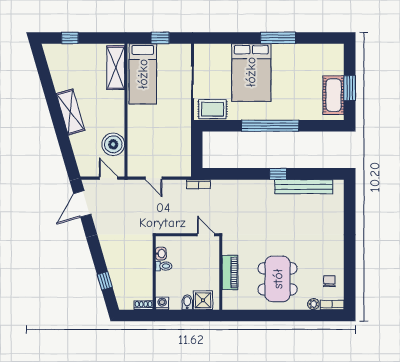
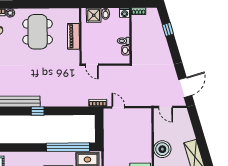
window: (270, 126) -> (68, 147), moved
boiler: (113, 144) -> (162, 149), moved
door: (154, 178) -> (118, 107), moved

